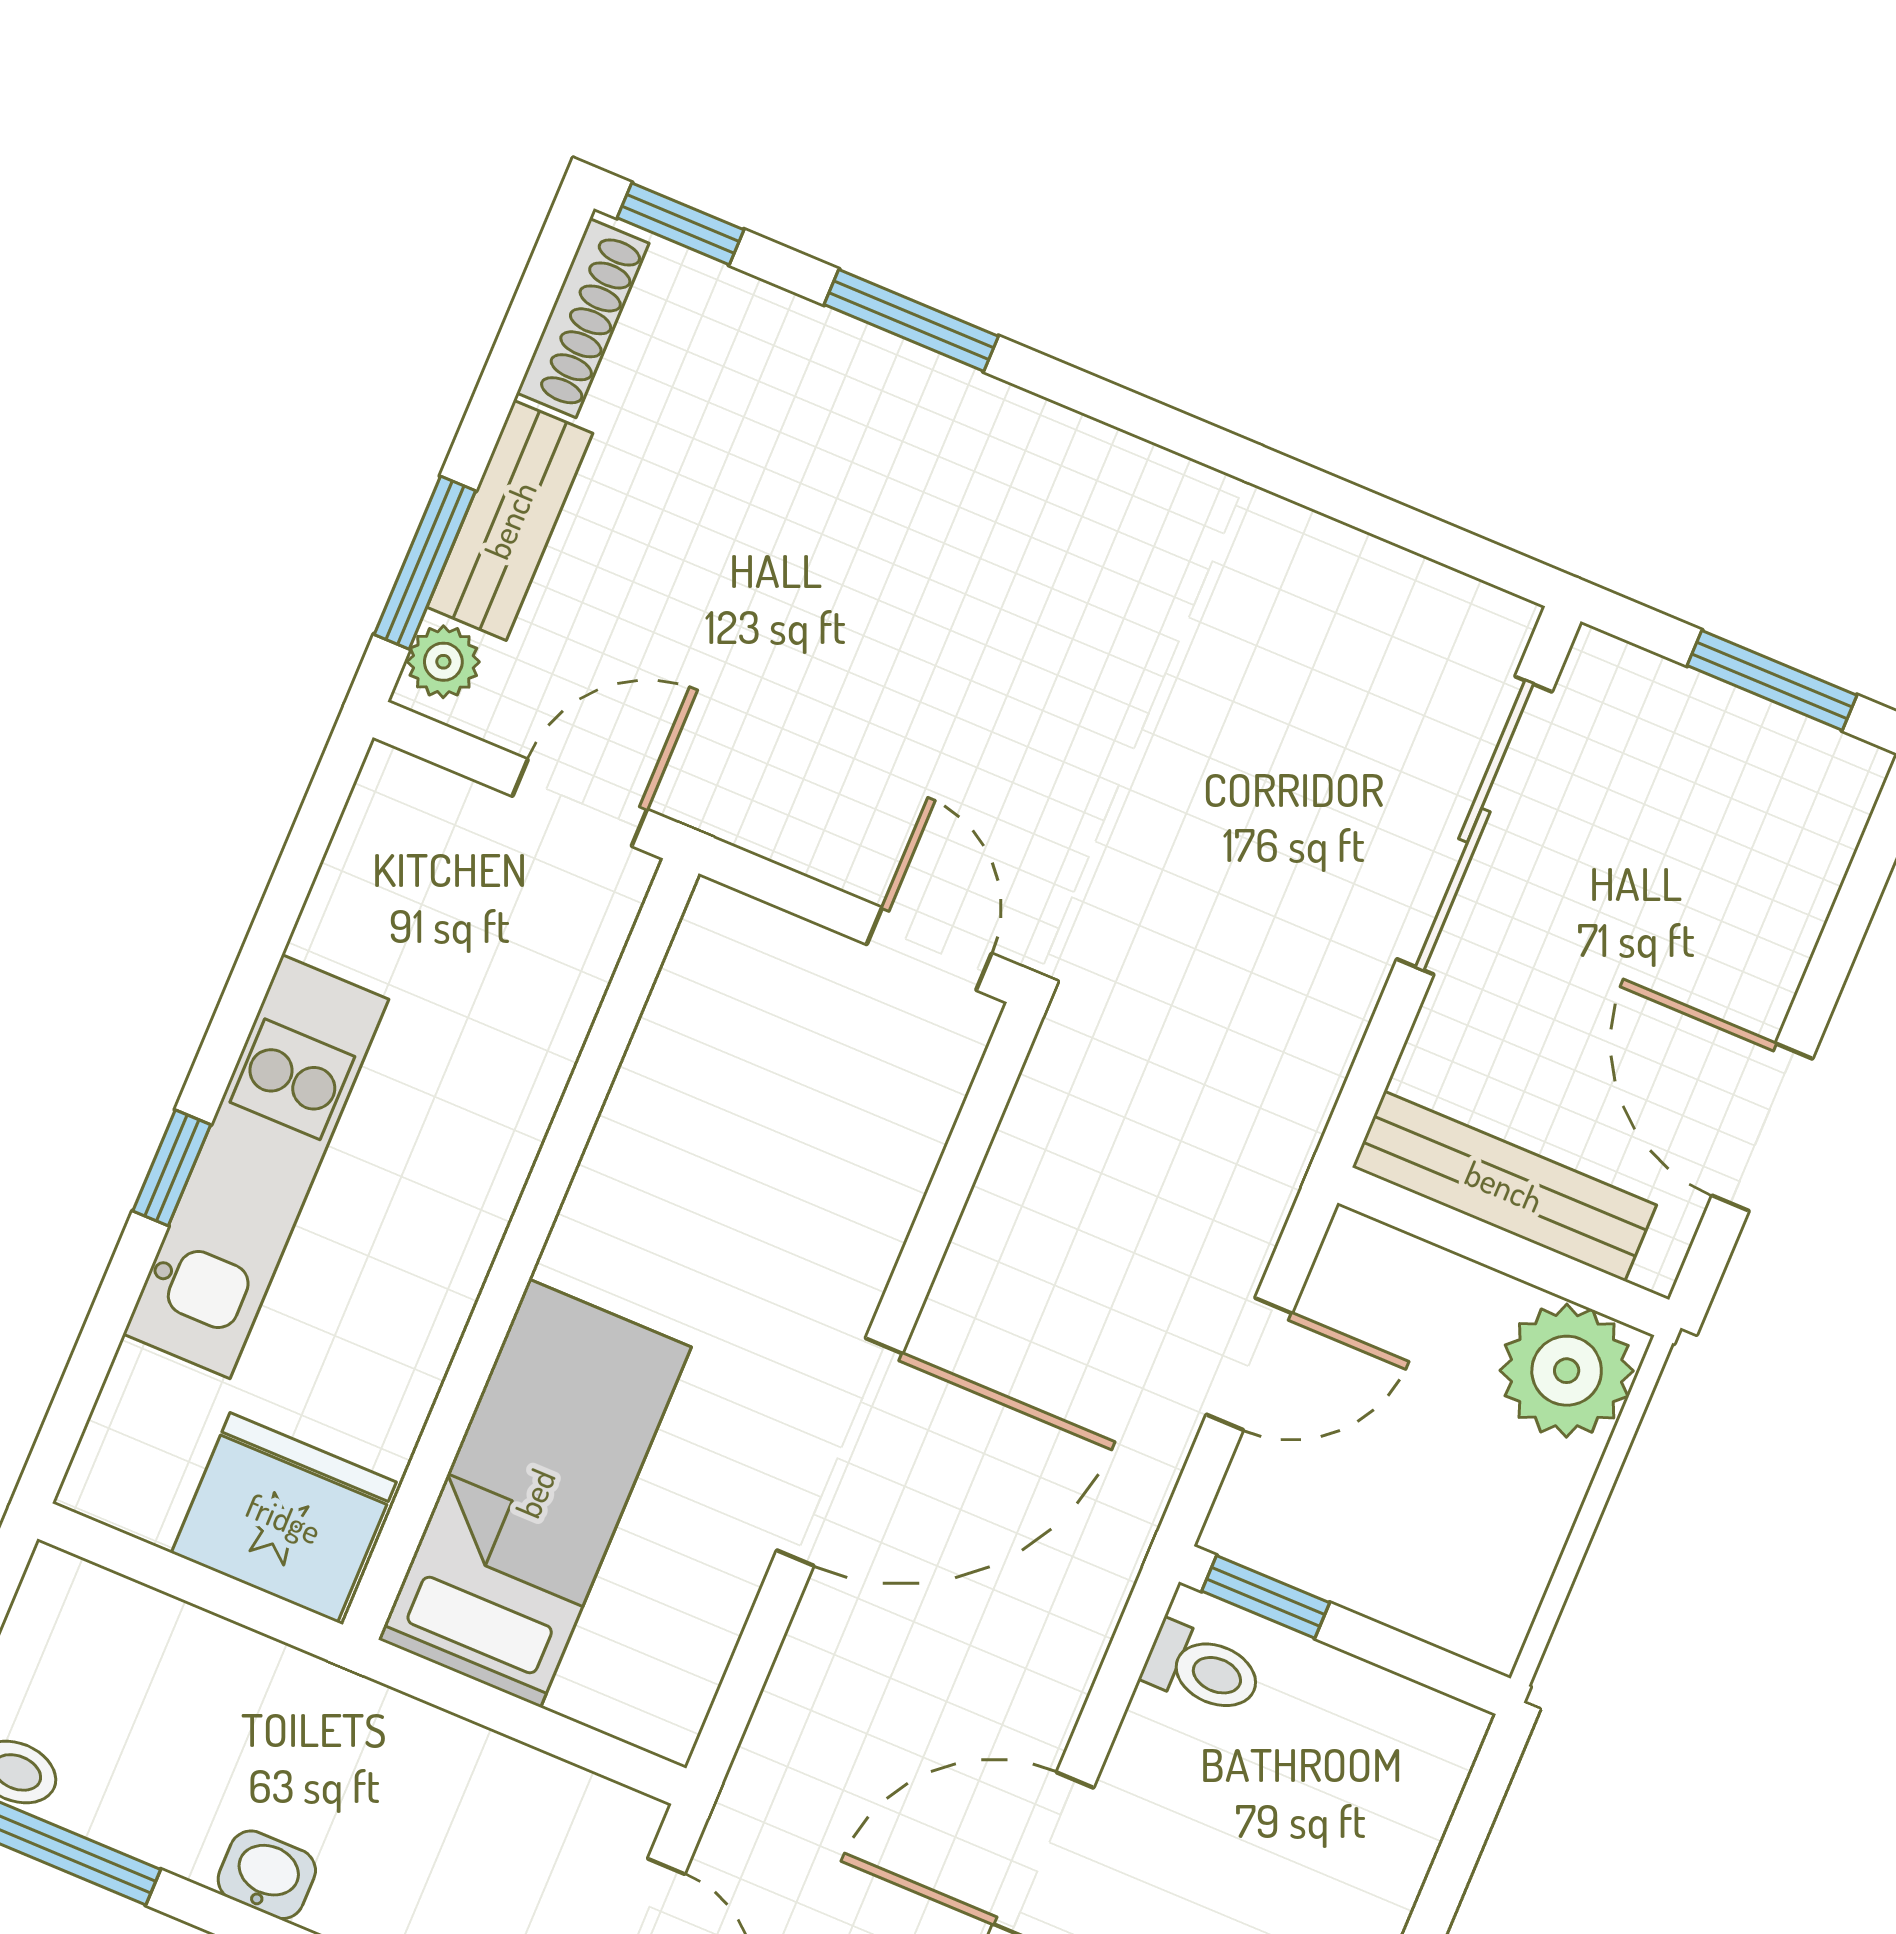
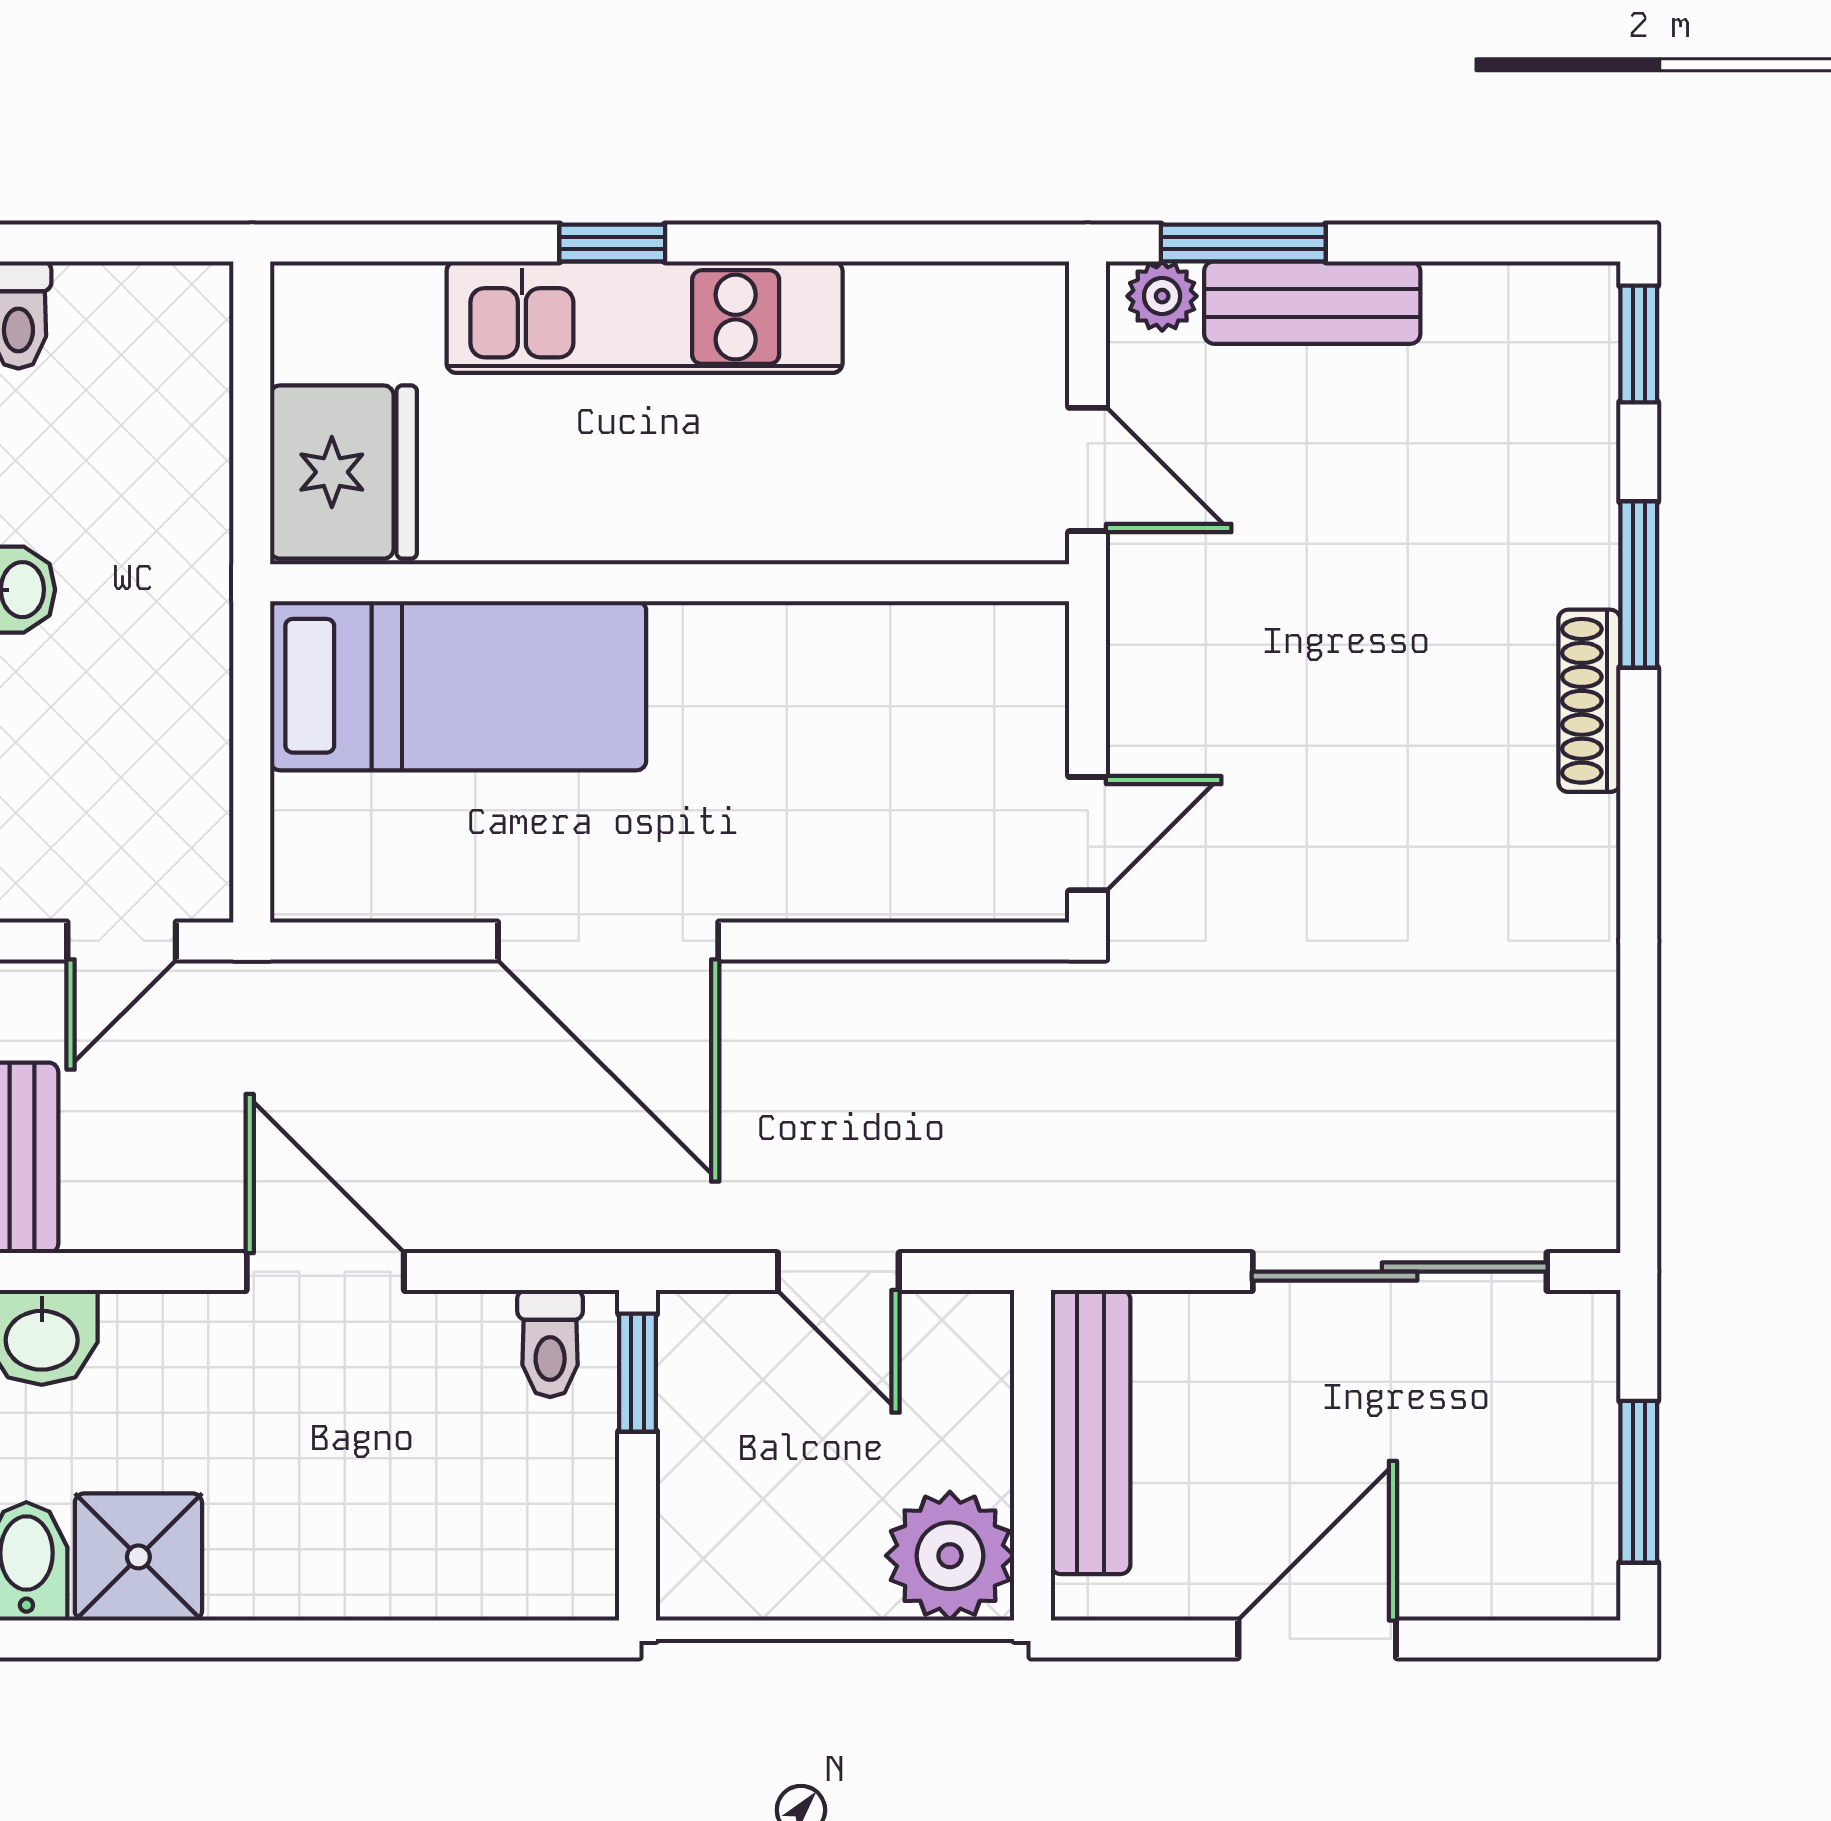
shoe rack: (583, 318) -> (1589, 701), moved, turned 90
door: (1762, 1127) -> (1317, 1639), moved

